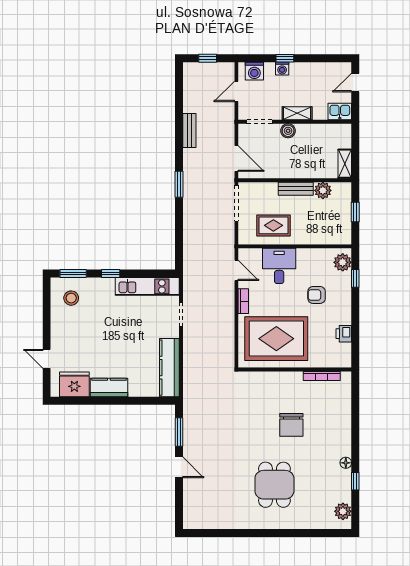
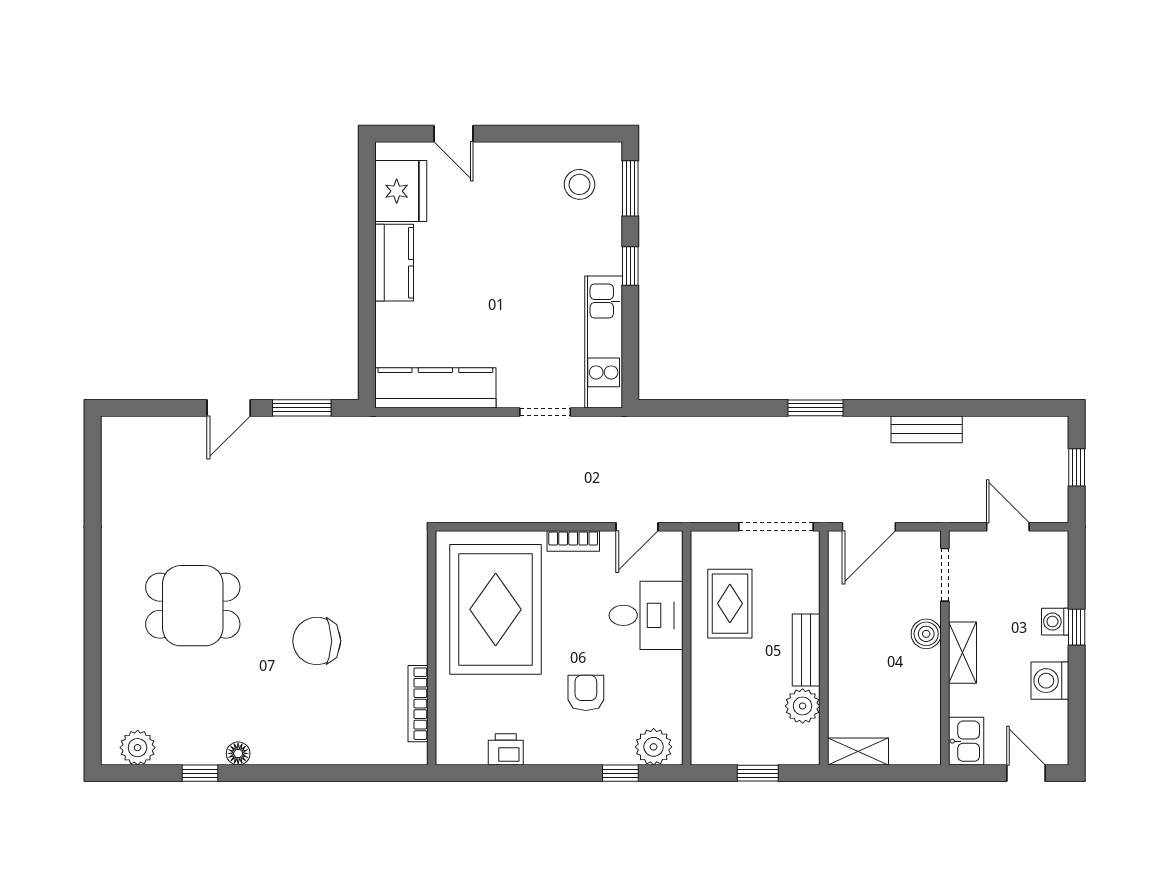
washing machine: (254, 71) -> (1050, 681), moved
door: (47, 359) -> (454, 134), swing flipped

